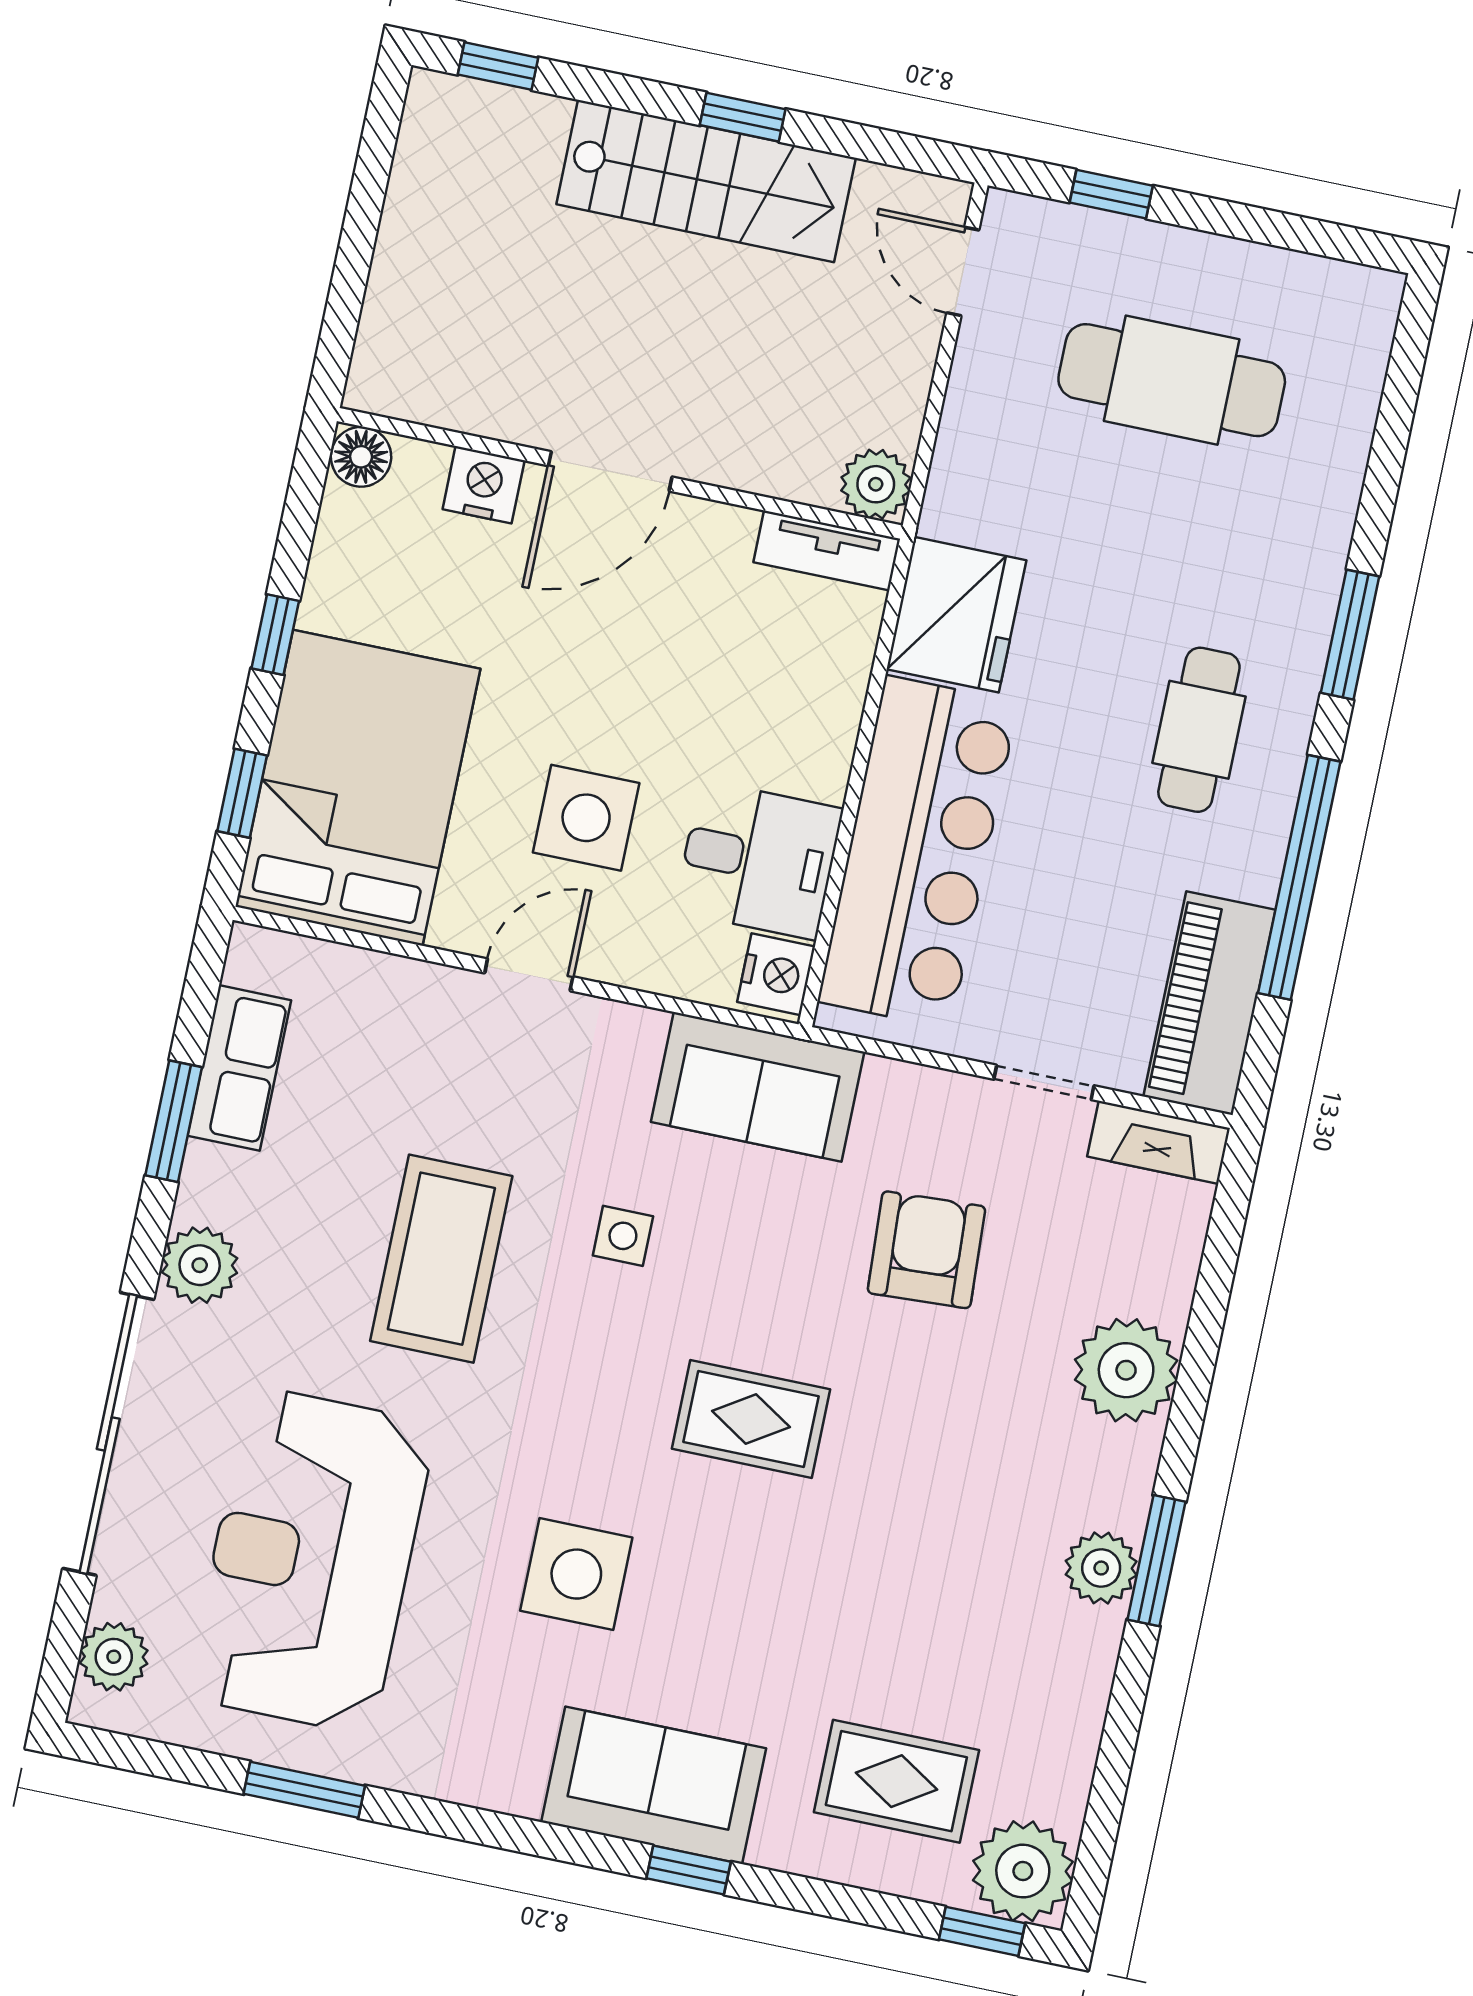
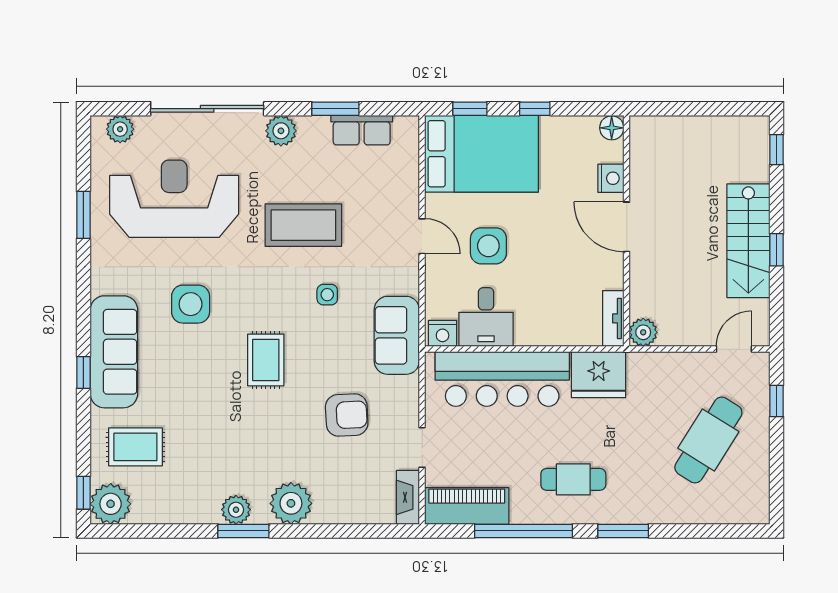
cafe table: (1172, 380) -> (708, 440), turned 32
plant: (1126, 1370) -> (291, 503), moved
rug: (896, 1781) -> (135, 447), turned 90
sofa: (654, 1785) -> (114, 352), width x1.36

